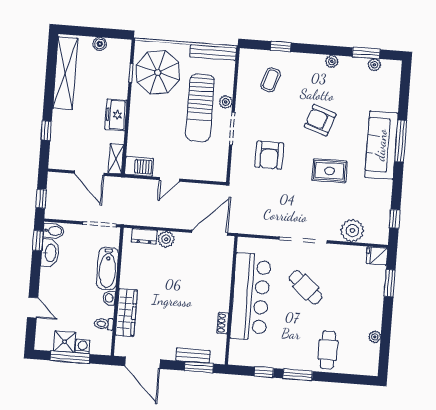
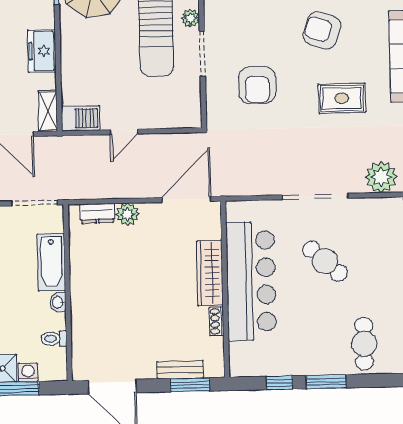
wardrobe: (126, 313) -> (210, 273), moved, turned 180

